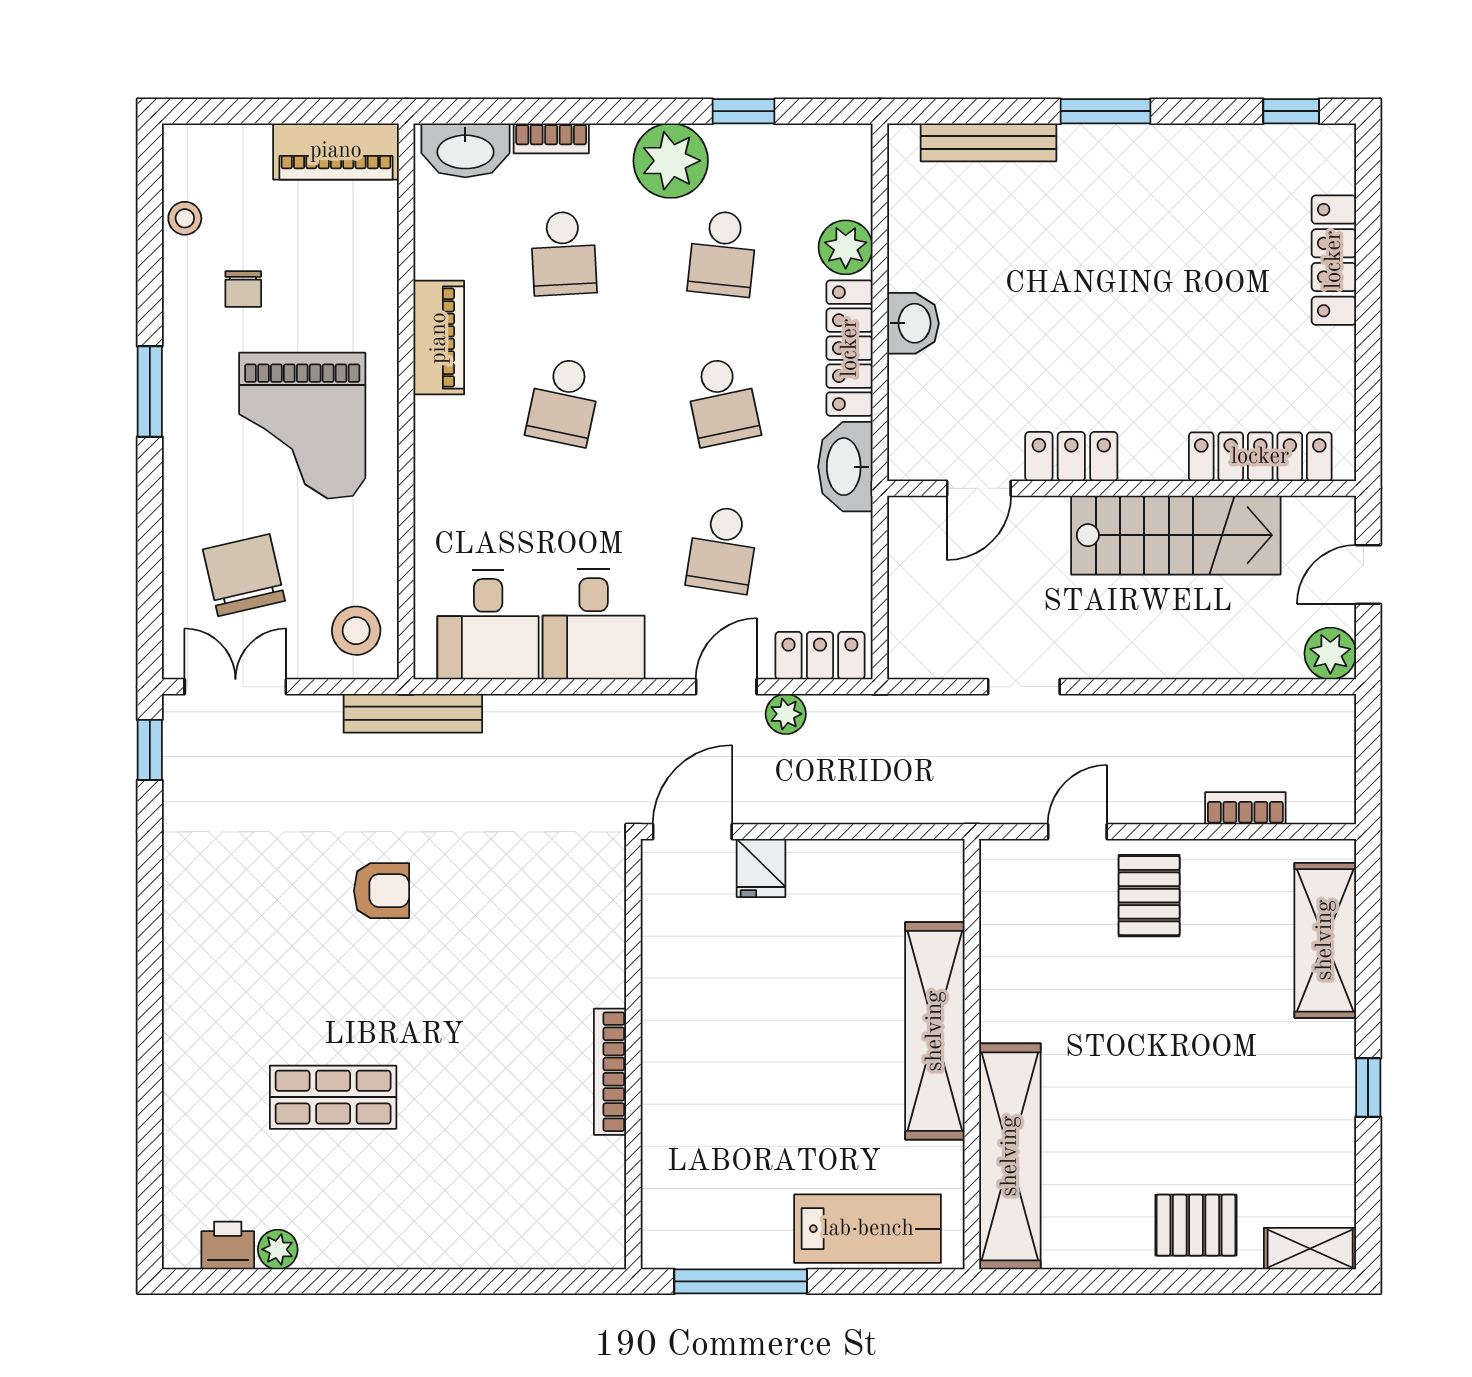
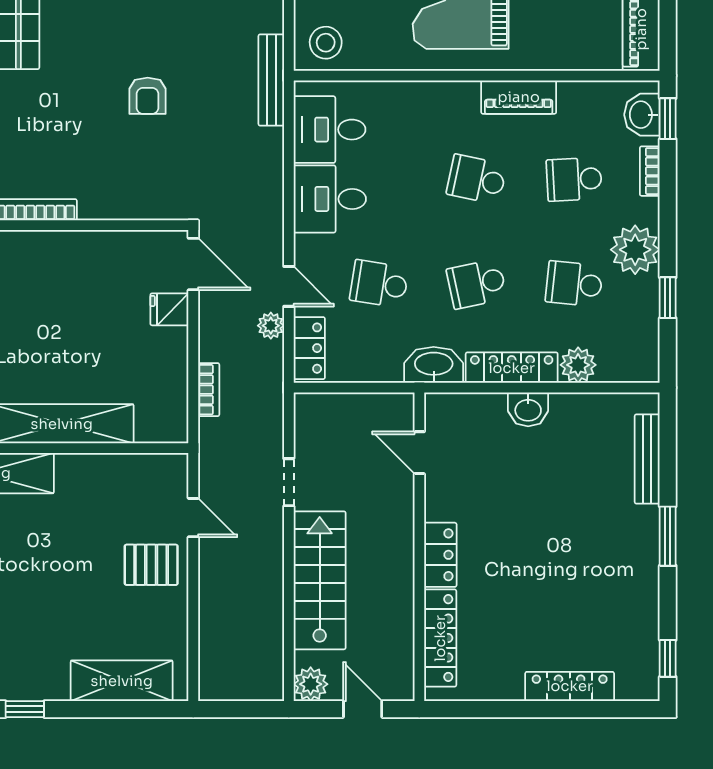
window: (472, 111) -> (668, 119), added
washbasin: (465, 150) -> (642, 115), width x0.72
locker: (1071, 457) -> (440, 555), moved
stairs: (1176, 535) -> (320, 580), moved, turned 180
bookcase: (1245, 808) -> (209, 390), moved
armchair: (381, 891) -> (148, 96), moved

